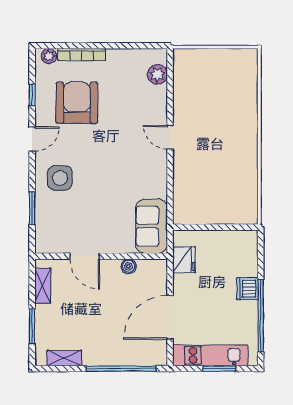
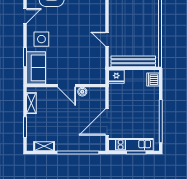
door: (170, 137) -> (107, 39), moved
bench: (214, 215) -> (133, 61), added
sofa: (151, 226) -> (36, 68), moved, turned 180
door: (85, 256) -> (67, 86), moved
fridge: (184, 260) -> (116, 77), moved, turned 90
dishwasher: (248, 289) -> (153, 80), moved

